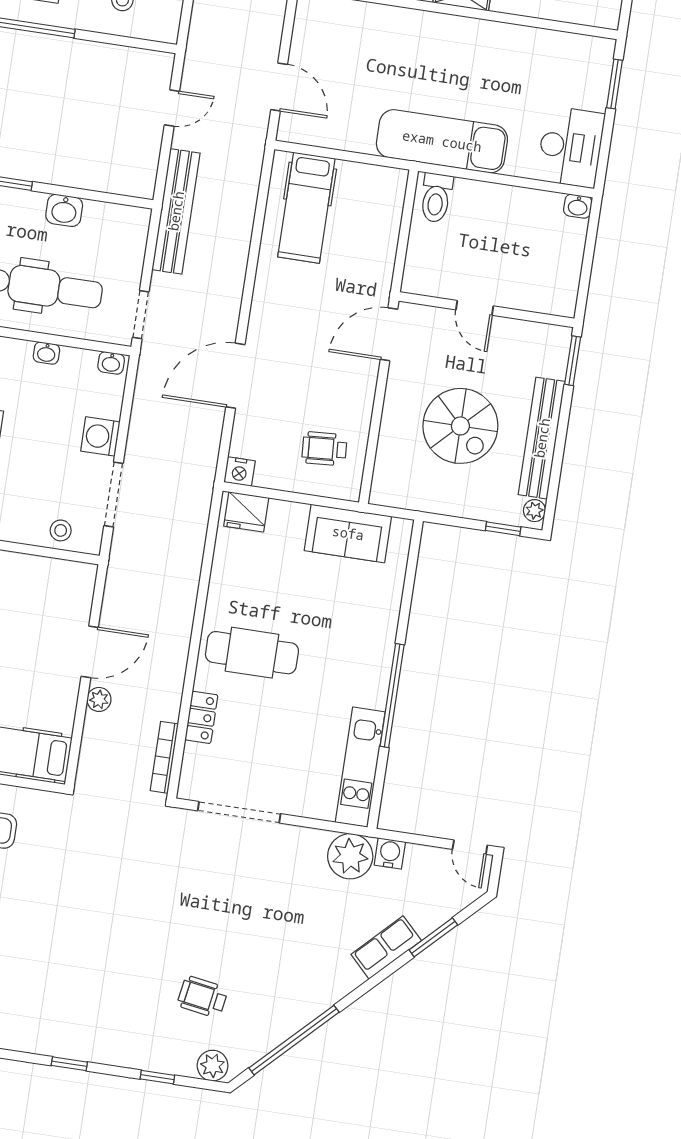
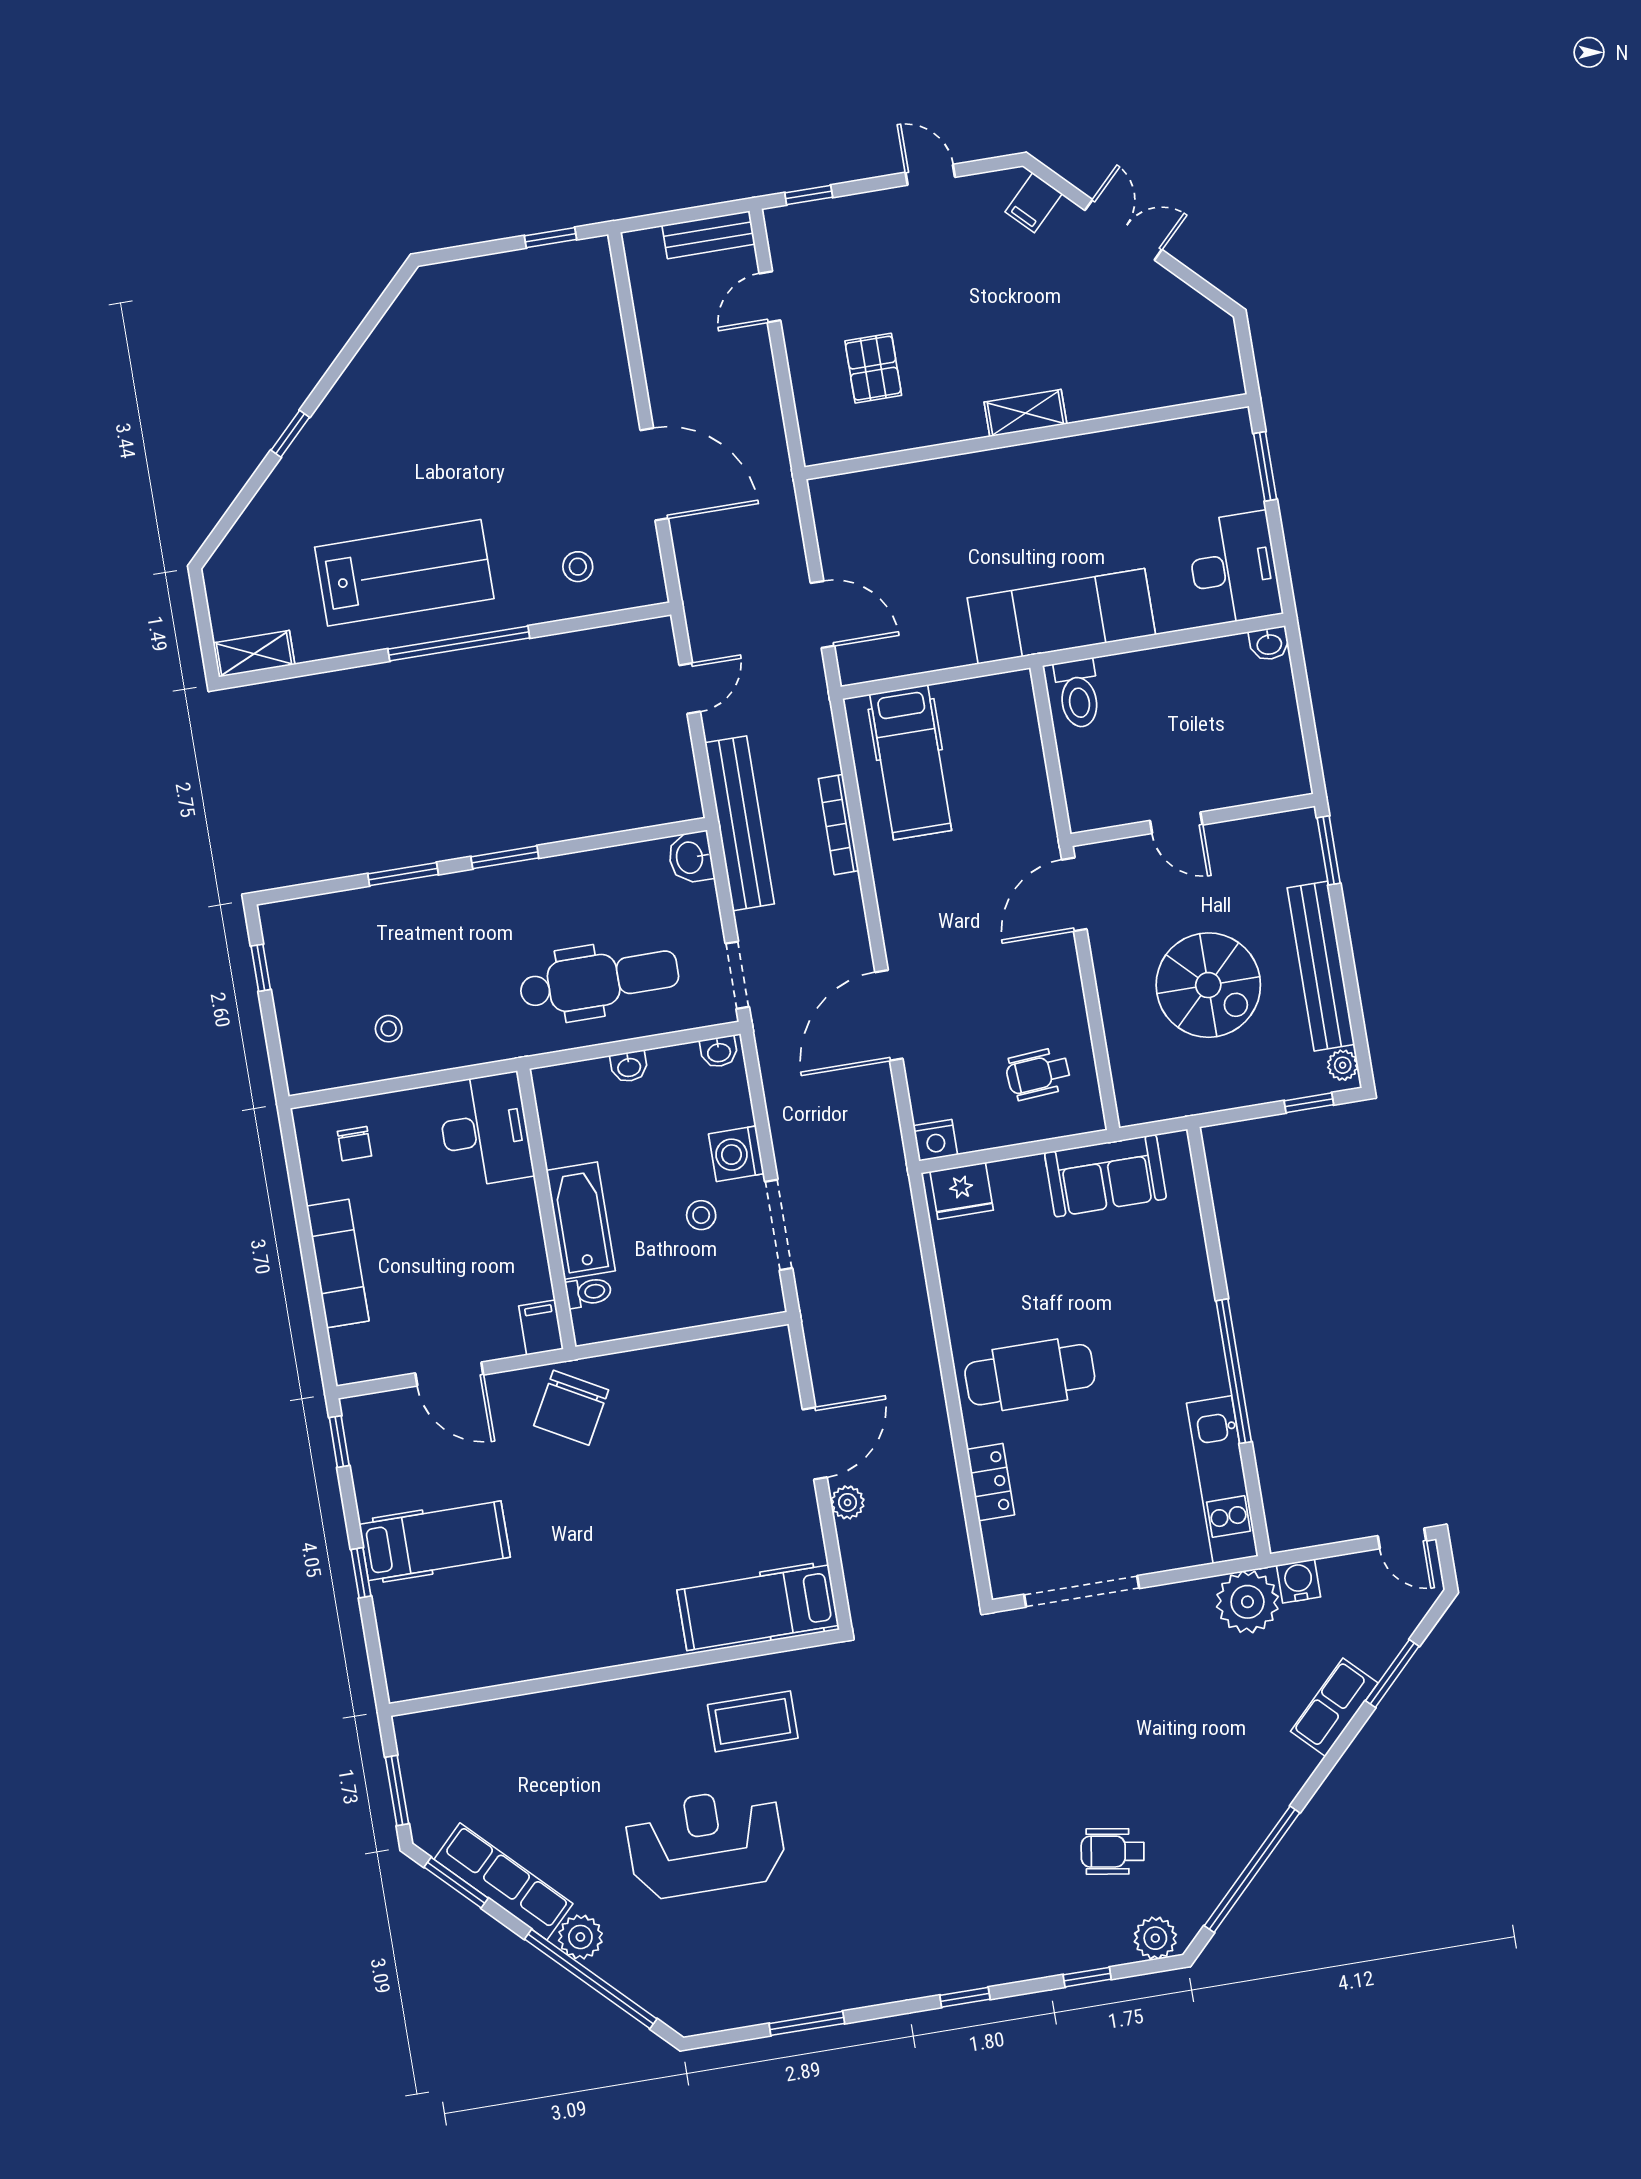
washbasin: (64, 210) -> (691, 857), moved, turned 90
stool: (61, 530) -> (701, 1215), moved
bookcase: (164, 757) -> (839, 825), moved

